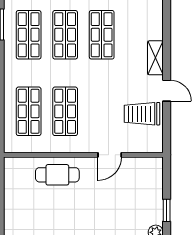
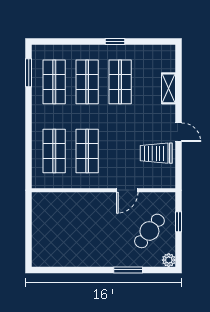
shelving: (155, 58) -> (168, 88), moved
cafe table: (57, 175) -> (149, 231), moved, turned -52
window: (167, 210) -> (179, 222), moved

